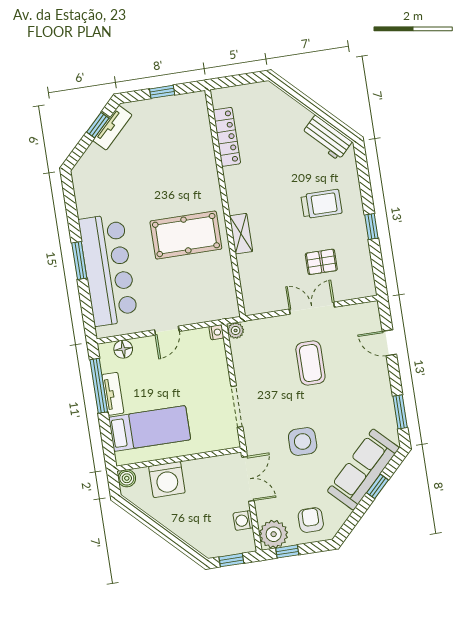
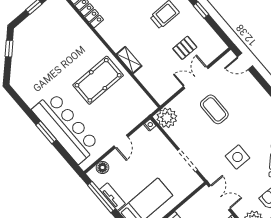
tv unit: (112, 128) -> (18, 45), removed
plant: (236, 330) -> (167, 118), width x1.88, depth x1.88
door: (389, 343) -> (245, 61), moved

